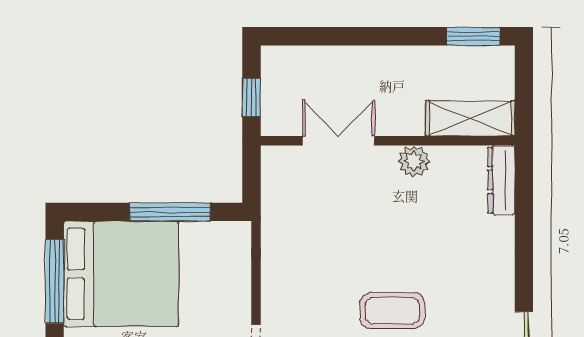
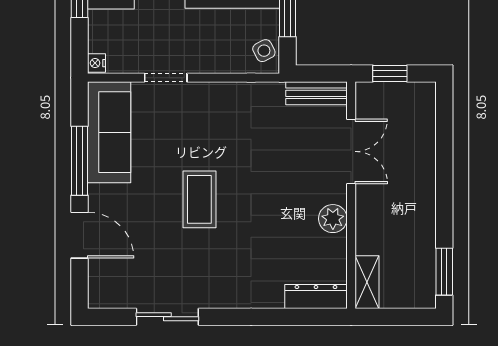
shelving: (470, 118) -> (367, 282), width x0.67, depth x0.75
bench: (274, 180) -> (316, 93), added
side table: (226, 238) -> (264, 51), added

